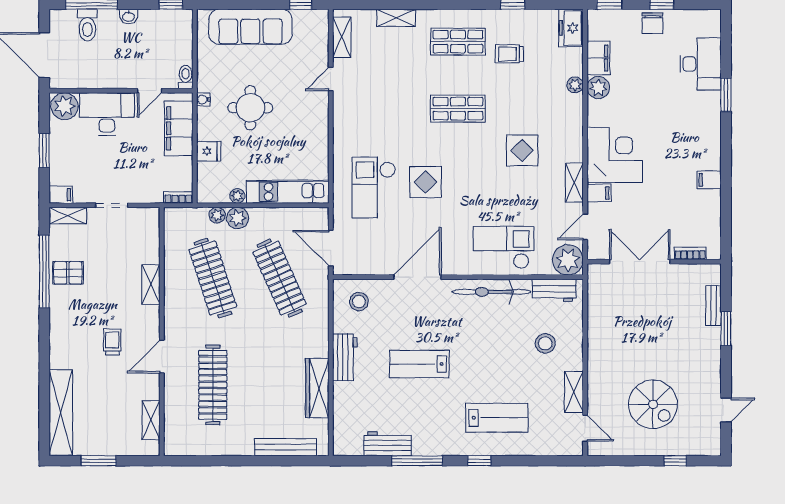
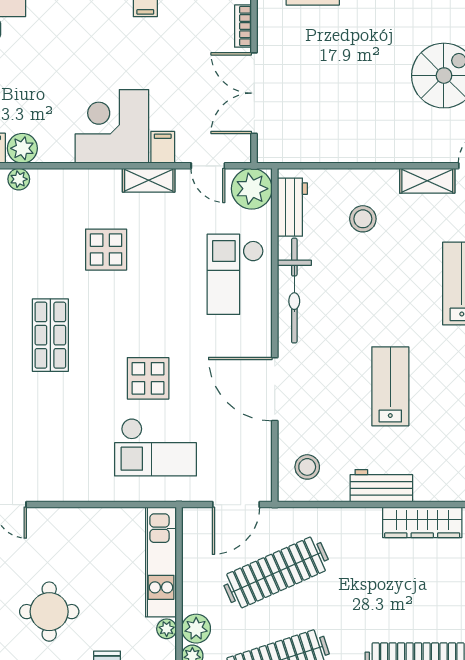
lab bench: (420, 364) -> (390, 386), turned 180

